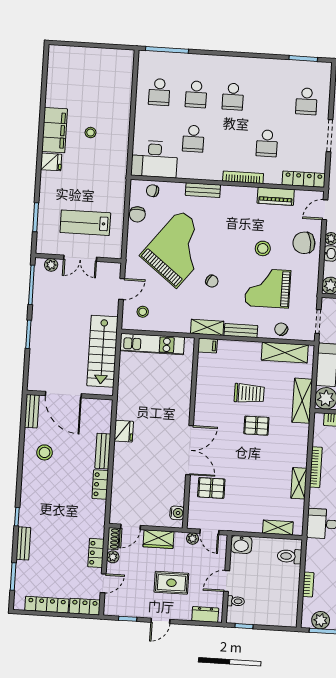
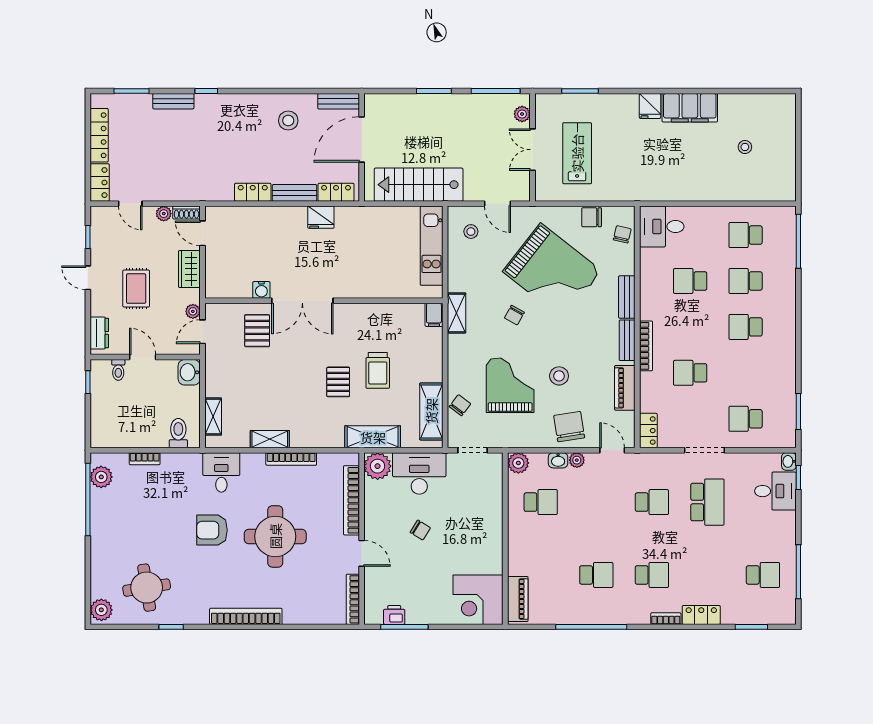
stool: (91, 133) -> (745, 147), moved
desk: (154, 159) -> (662, 227), width x0.73
locker: (304, 179) -> (648, 431), width x0.66
bench: (241, 331) -> (627, 340), moved
water cooler: (177, 513) -> (261, 290), moved
locker: (96, 553) -> (336, 192), moved

